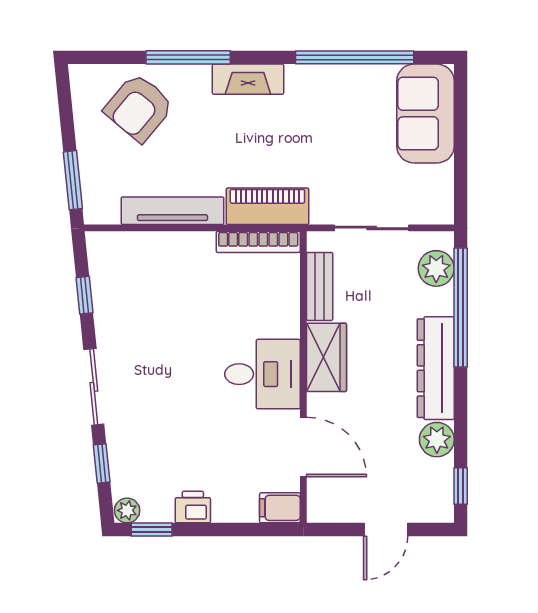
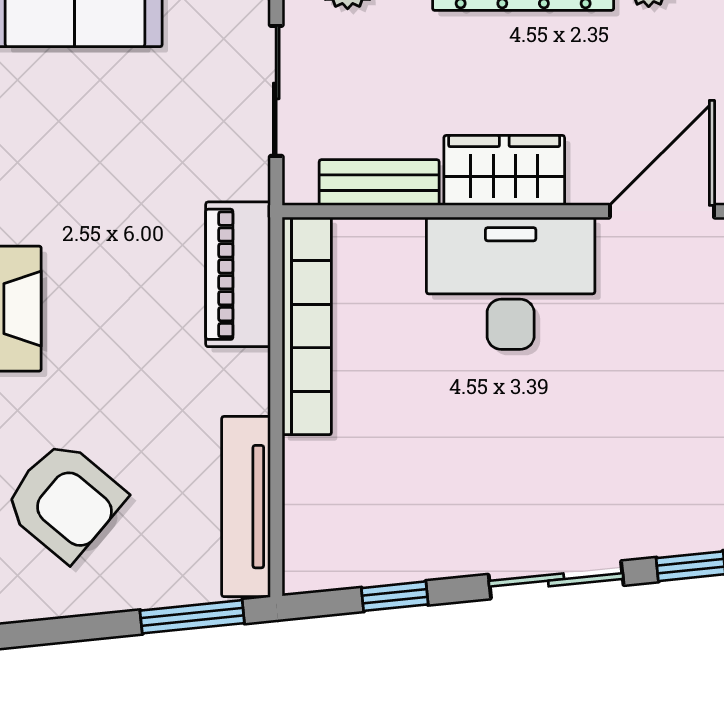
tv unit: (172, 211) -> (246, 507), moved
bookcase: (258, 242) -> (307, 326), width x1.48, depth x1.31
desk: (262, 374) -> (511, 283), width x1.37

